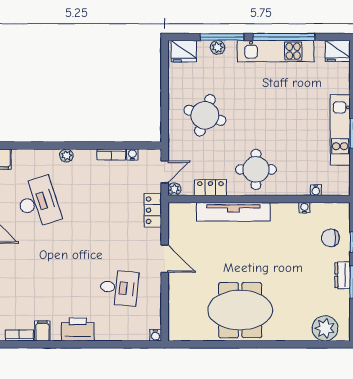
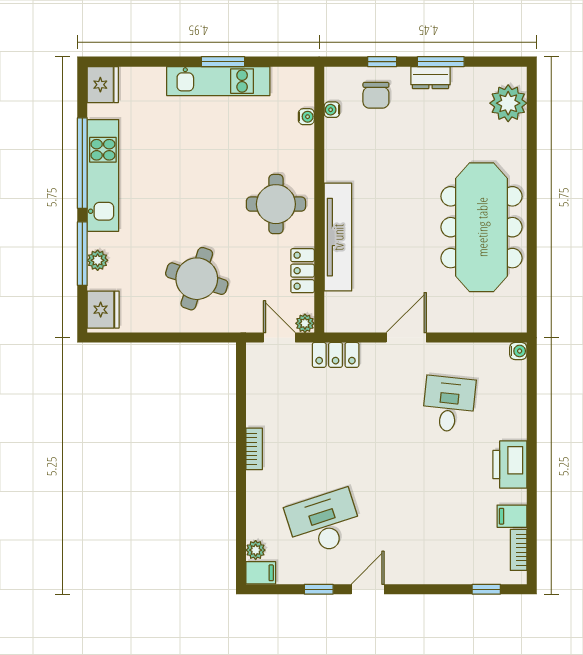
bookcase: (111, 155) -> (254, 449), moved
water cooler: (132, 155) -> (254, 385), removed
plant: (66, 156) -> (256, 550), moved
water cooler: (304, 208) -> (332, 110), moved
meeting table: (240, 310) -> (482, 227), width x1.36

